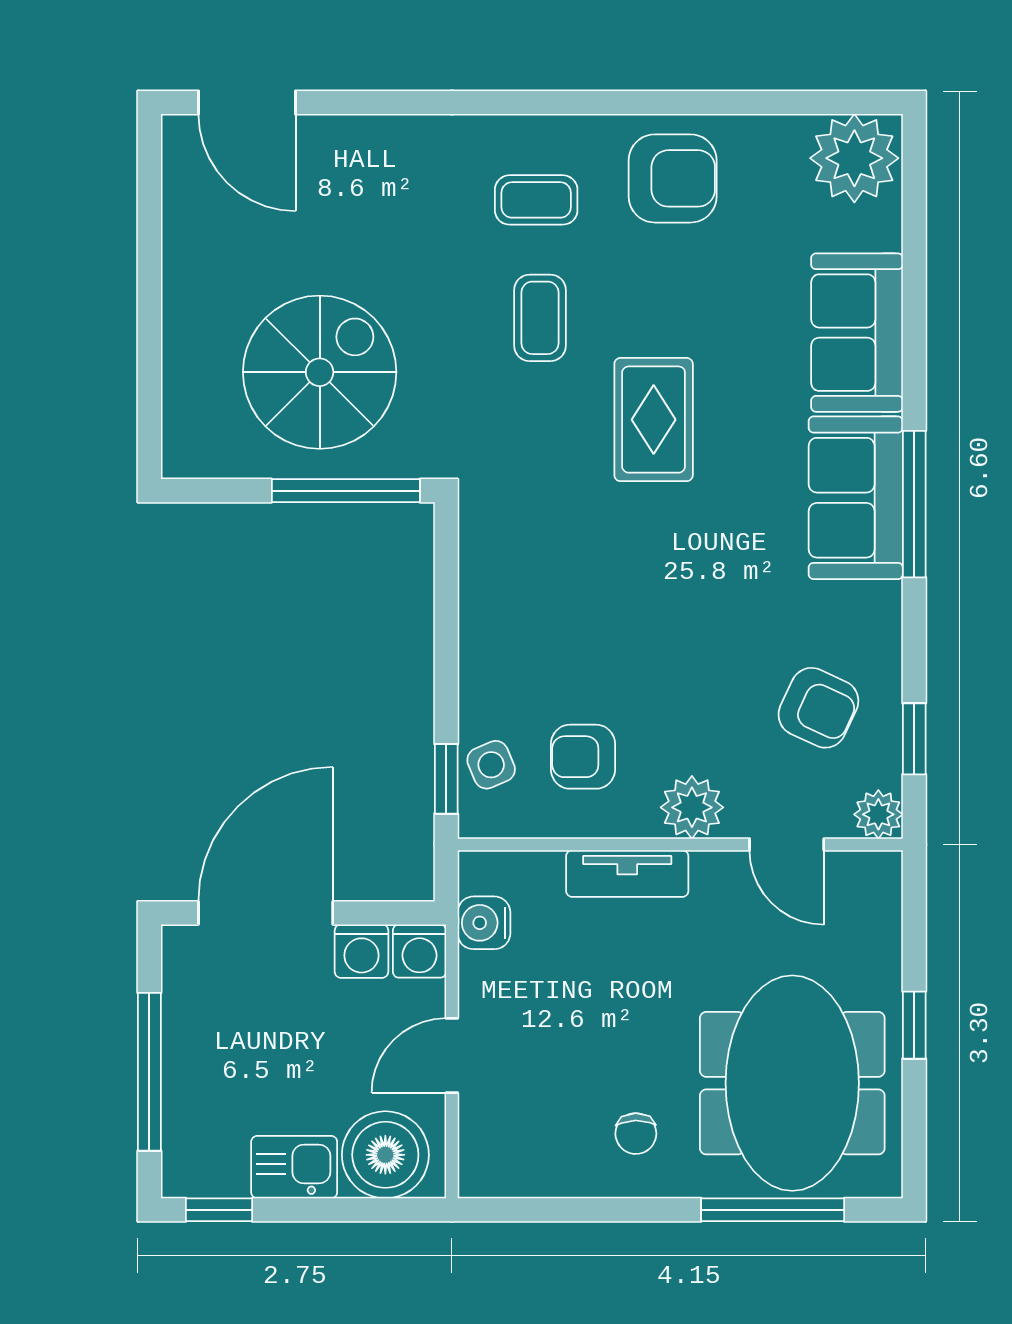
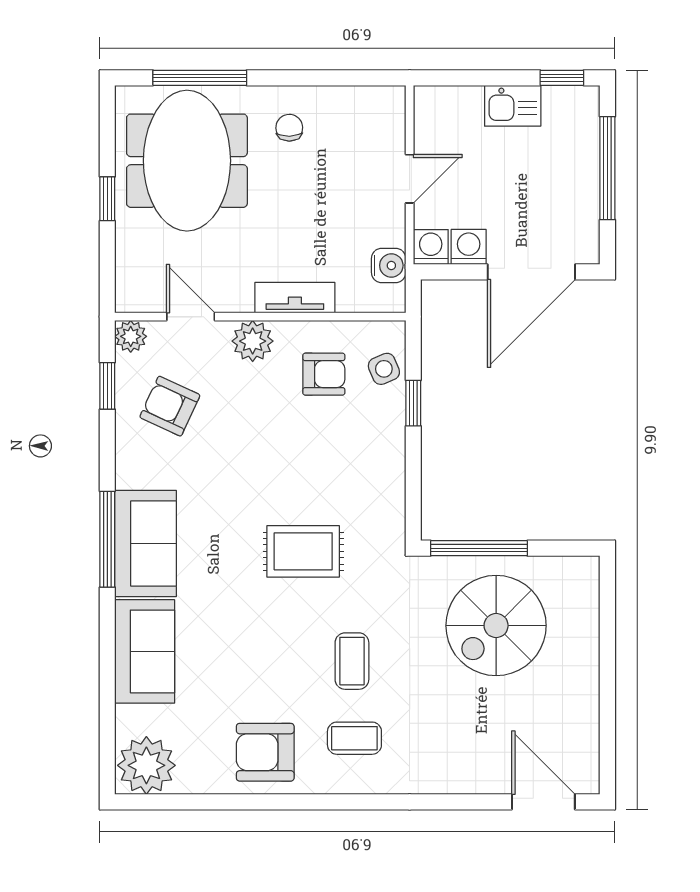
rug: (654, 420) -> (303, 551), moved, turned 90
window: (446, 779) -> (413, 403), moved
boiler: (385, 1155) -> (453, 114), removed

